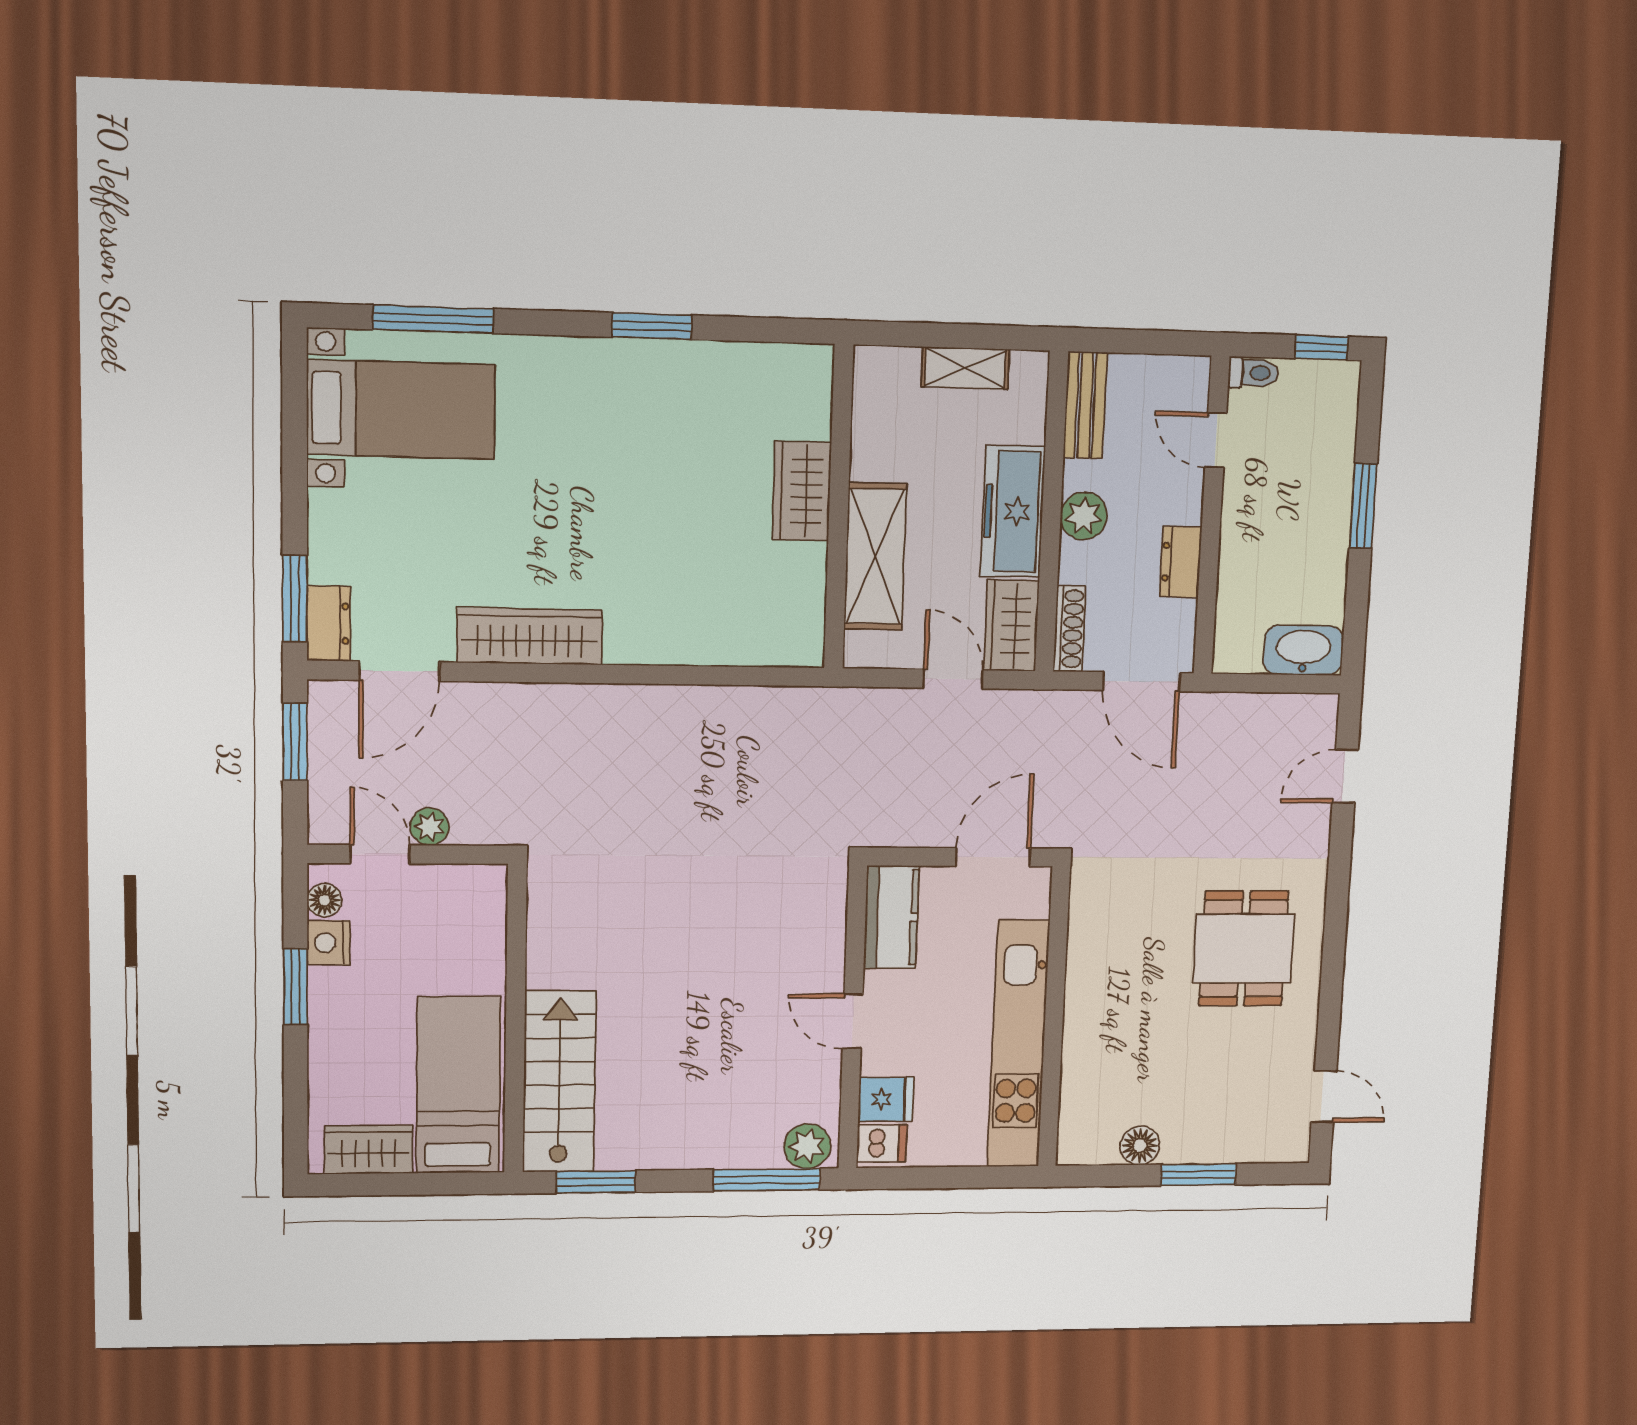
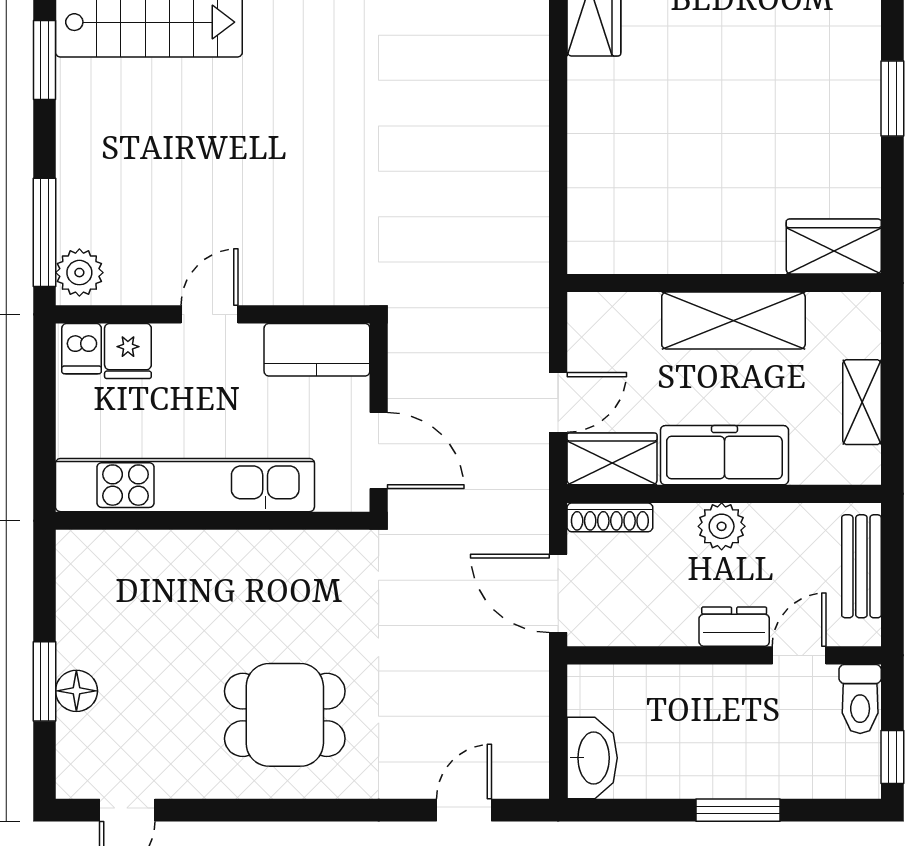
toilet: (1253, 373) -> (860, 699), width x1.37, depth x1.39
bench: (1085, 405) -> (861, 566), moved, turned 90
wardrobe: (802, 491) -> (834, 247), moved
shelving: (875, 557) -> (733, 321), moved
dresser: (1181, 562) -> (734, 627), moved
door: (1142, 682) -> (558, 593), hinge flipped
door: (1345, 776) -> (464, 810), hinge flipped
floor lamp: (1140, 1146) -> (76, 691), moved

